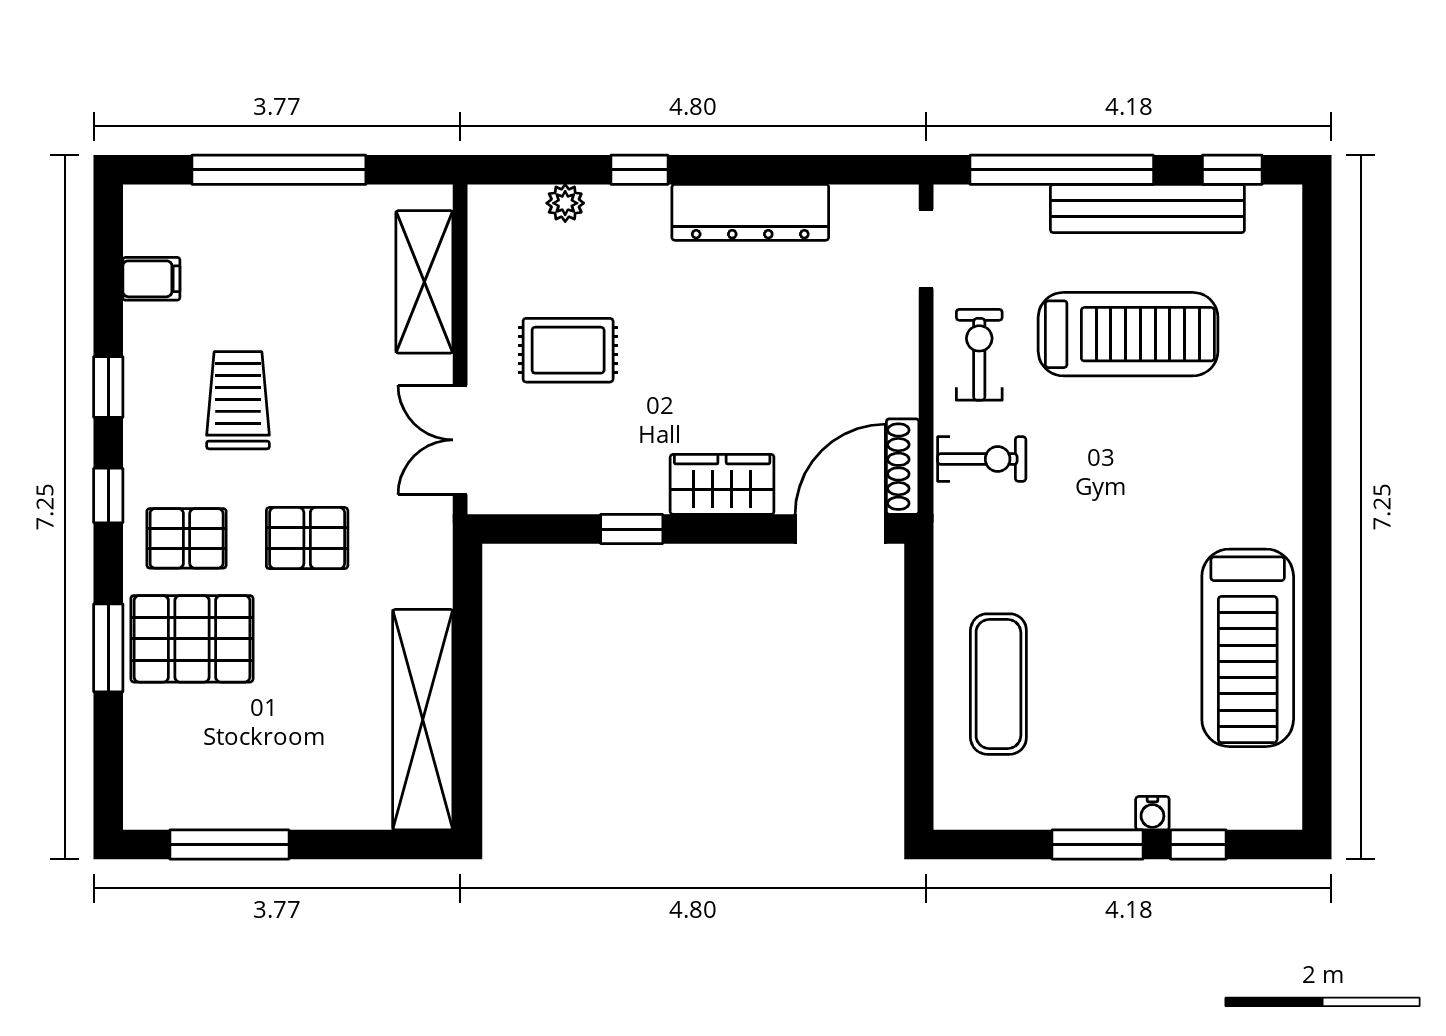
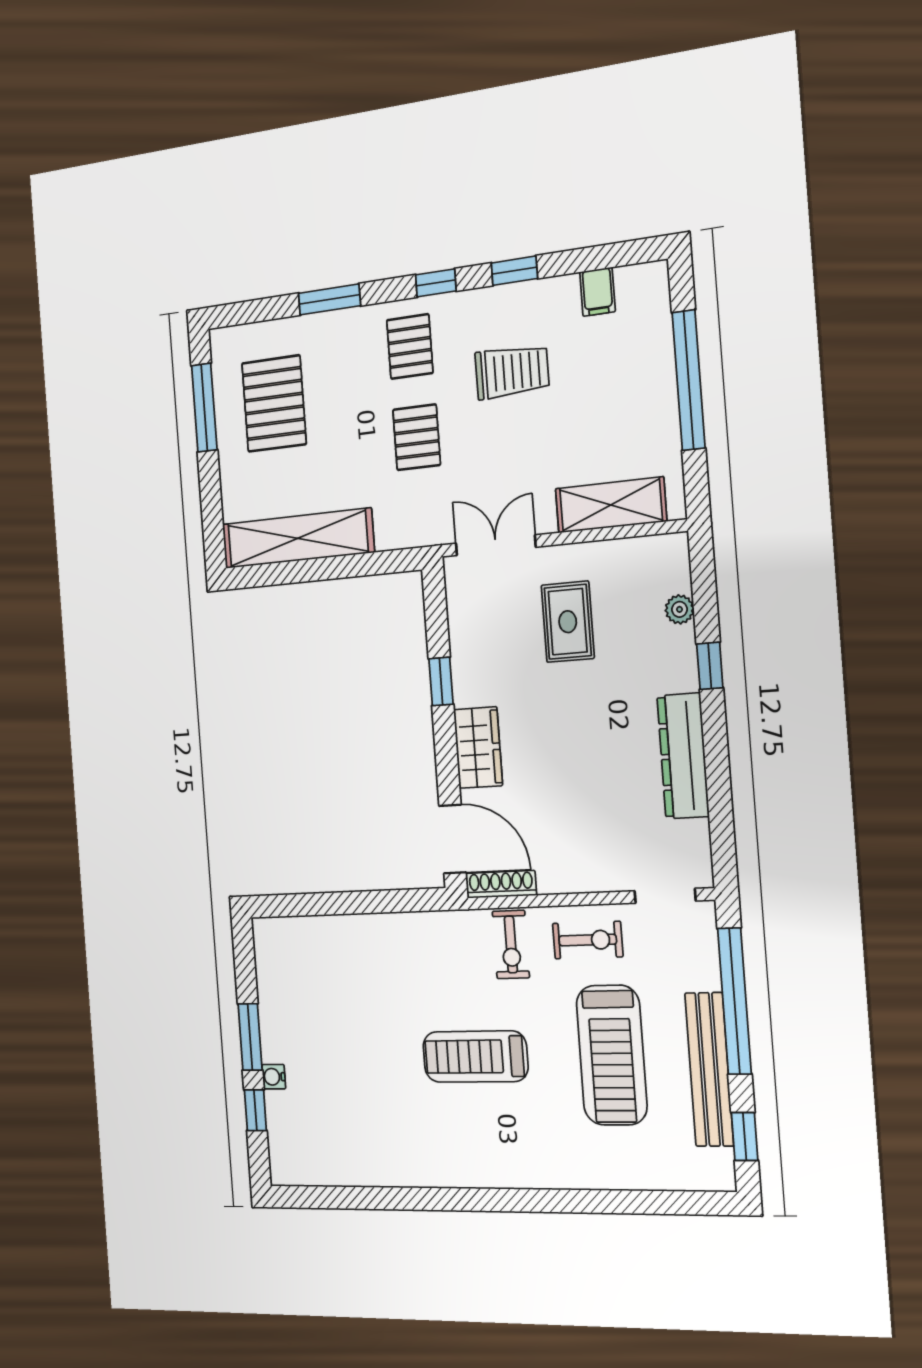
pallet: (192, 639) -> (274, 404), moved
treadmill: (1248, 648) -> (475, 1057), moved, width x0.73, depth x0.73
exercise mat: (998, 684) -> (353, 962), removed

